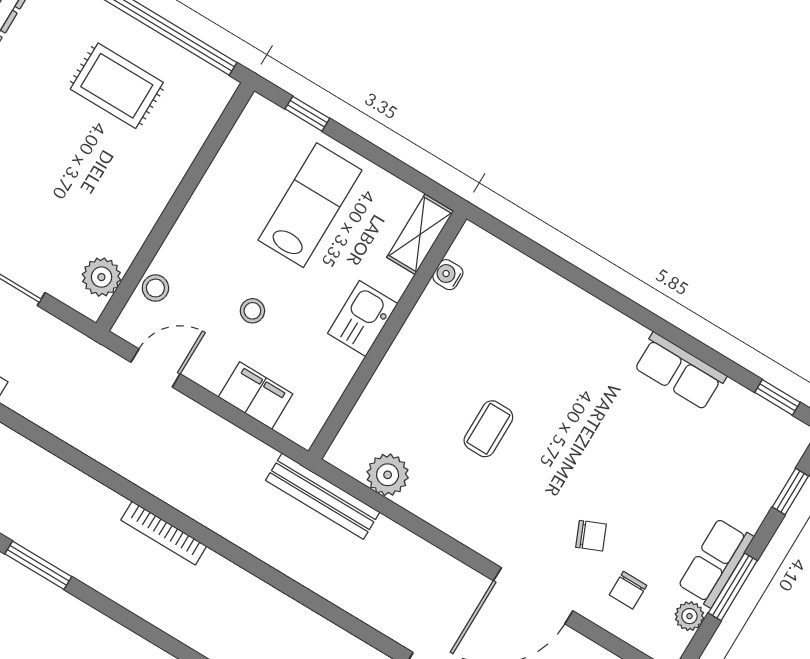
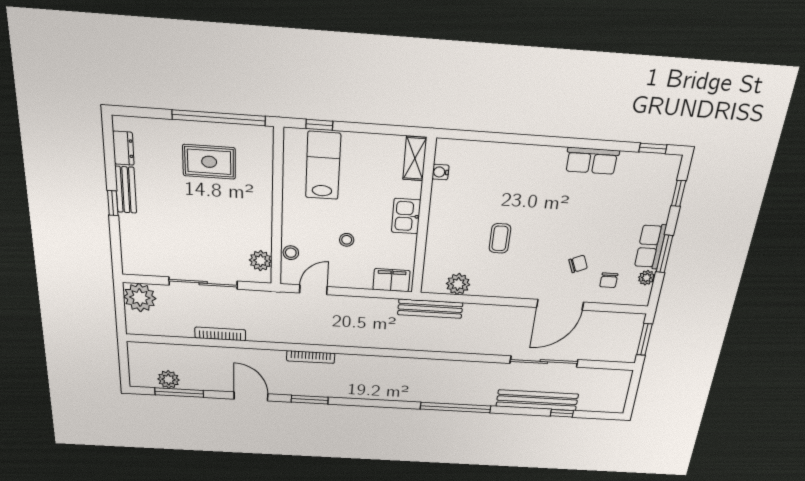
lab bench: (310, 205) -> (323, 166), moved
filing cabinet: (256, 395) -> (391, 280), moved
bookcase: (164, 533) -> (311, 357), moved

